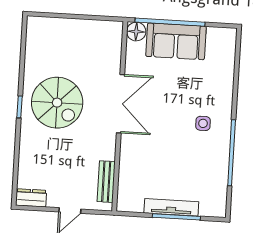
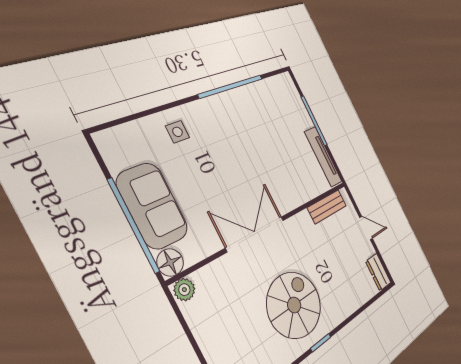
plant: (115, 31) -> (184, 290), added
side table: (203, 123) -> (177, 132), moved
tv unit: (171, 207) -> (323, 157), moved

